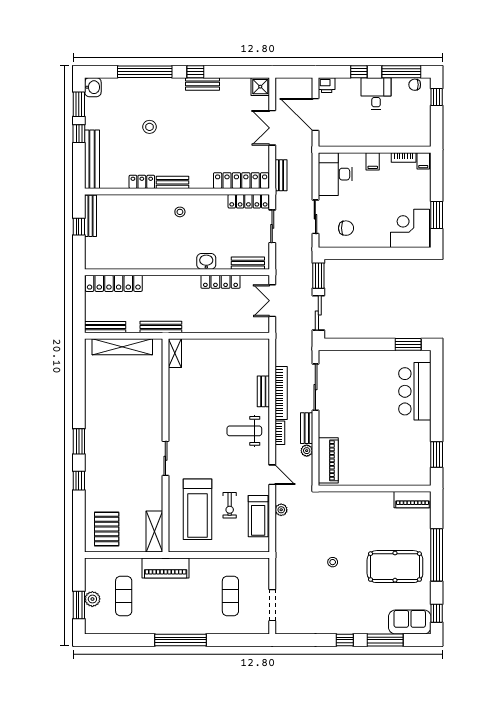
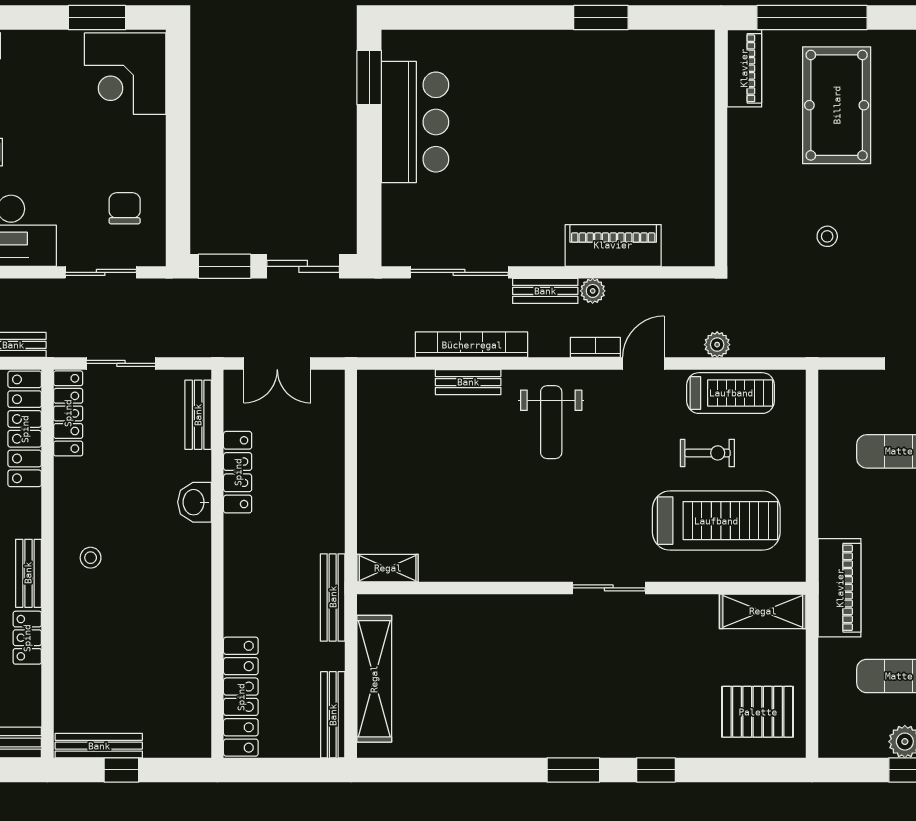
bar counter: (415, 391) -> (415, 122), moved, turned -90
bookcase: (280, 433) -> (595, 347), moved
wall: (375, 489) -> (721, 148), moved
piano: (413, 500) -> (744, 68), moved

